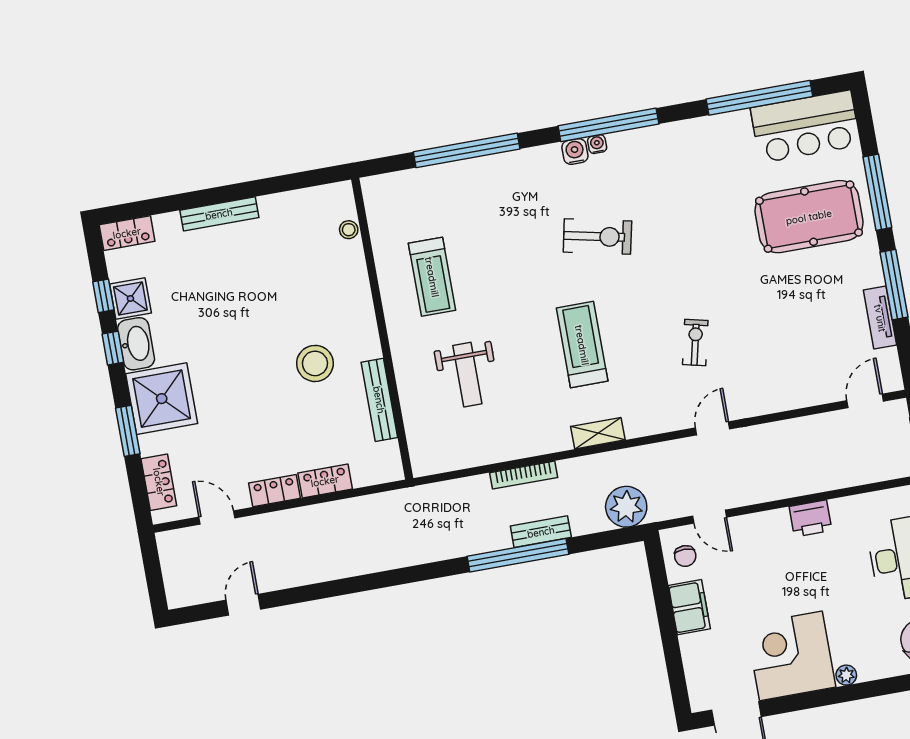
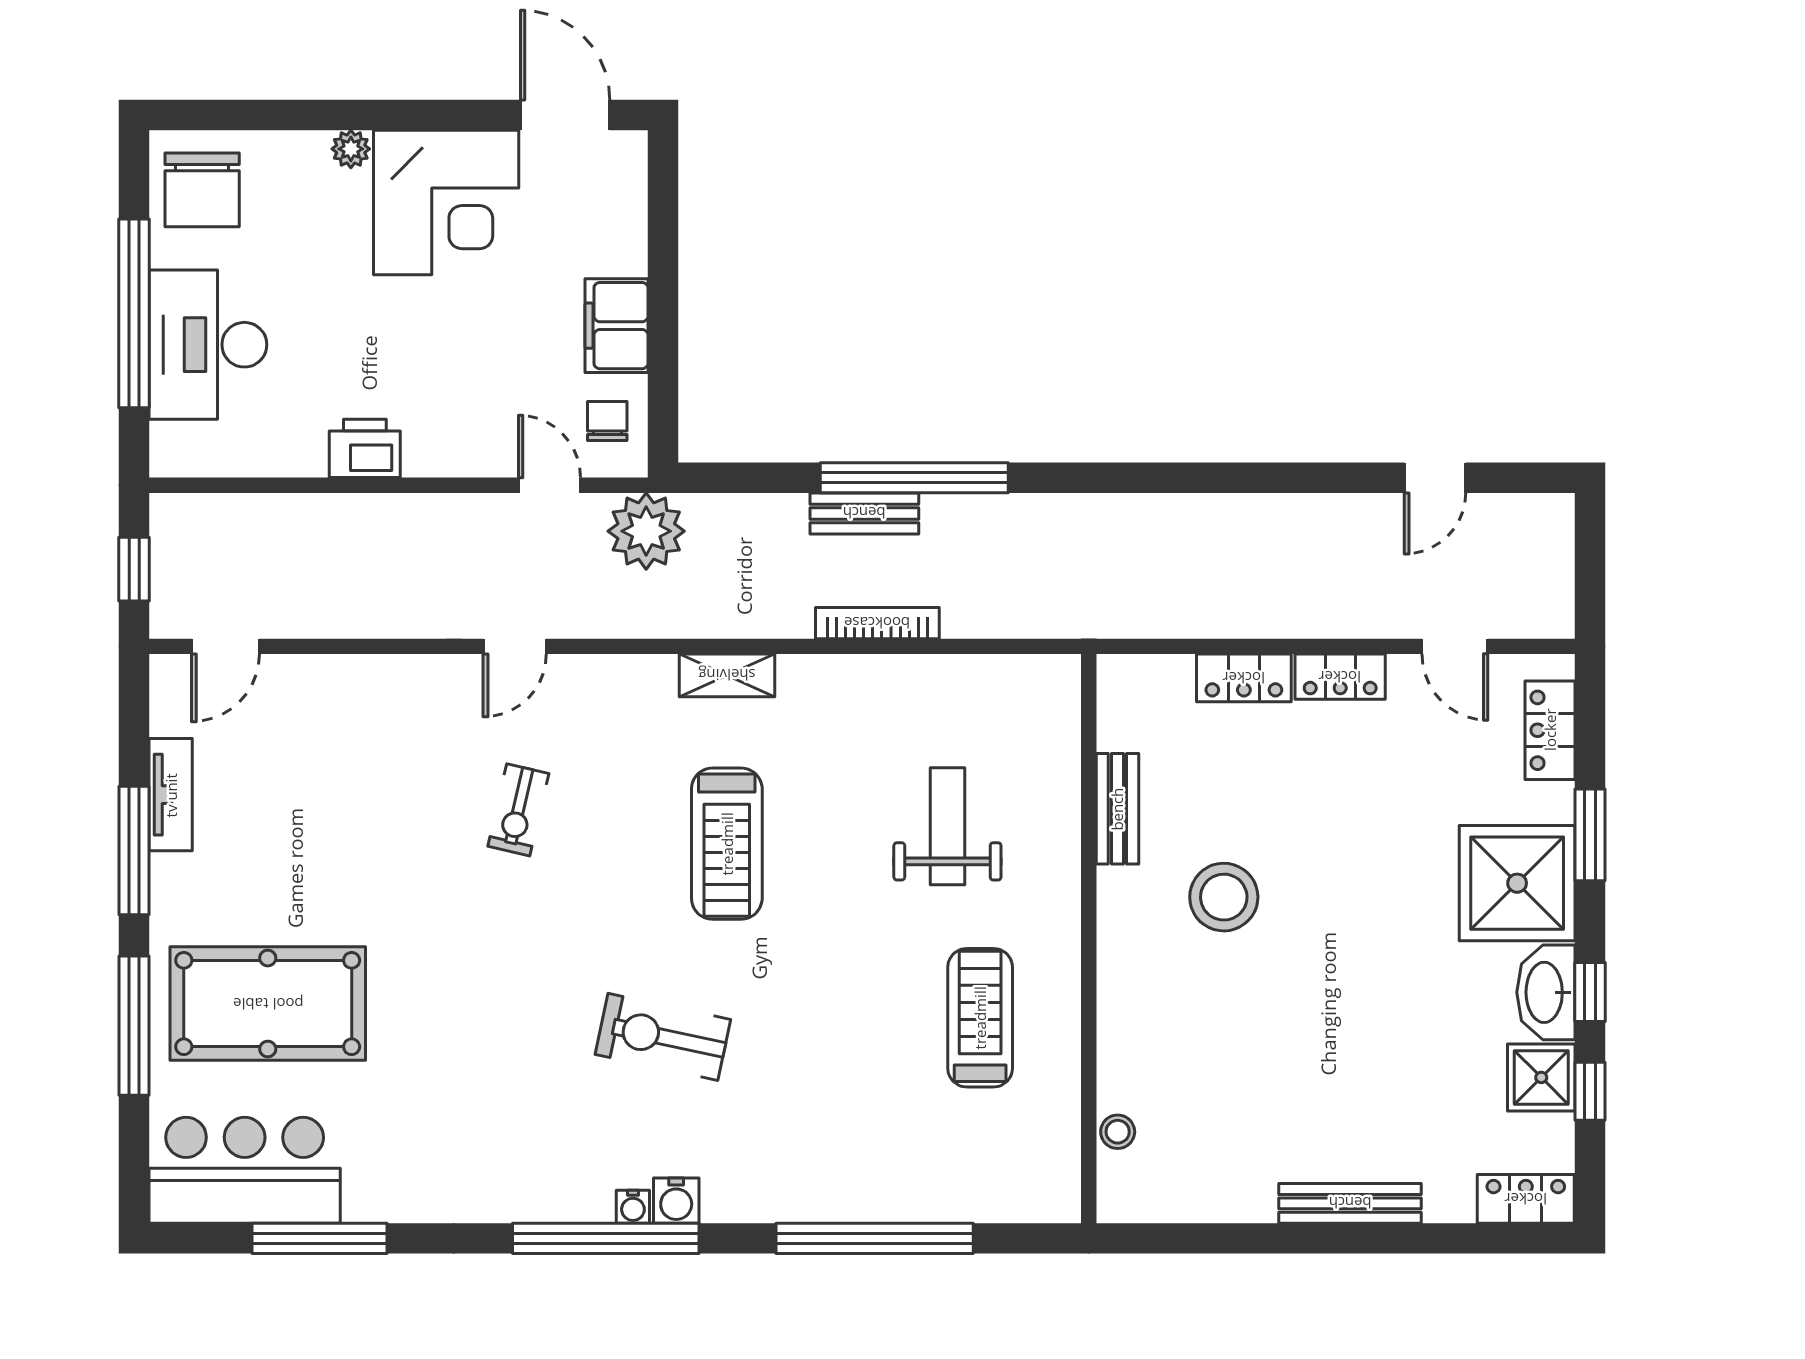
window: (759, 98) -> (320, 1238), width x0.68
bench: (379, 400) -> (1117, 809), width x0.73
plant: (626, 507) -> (646, 531), moved

